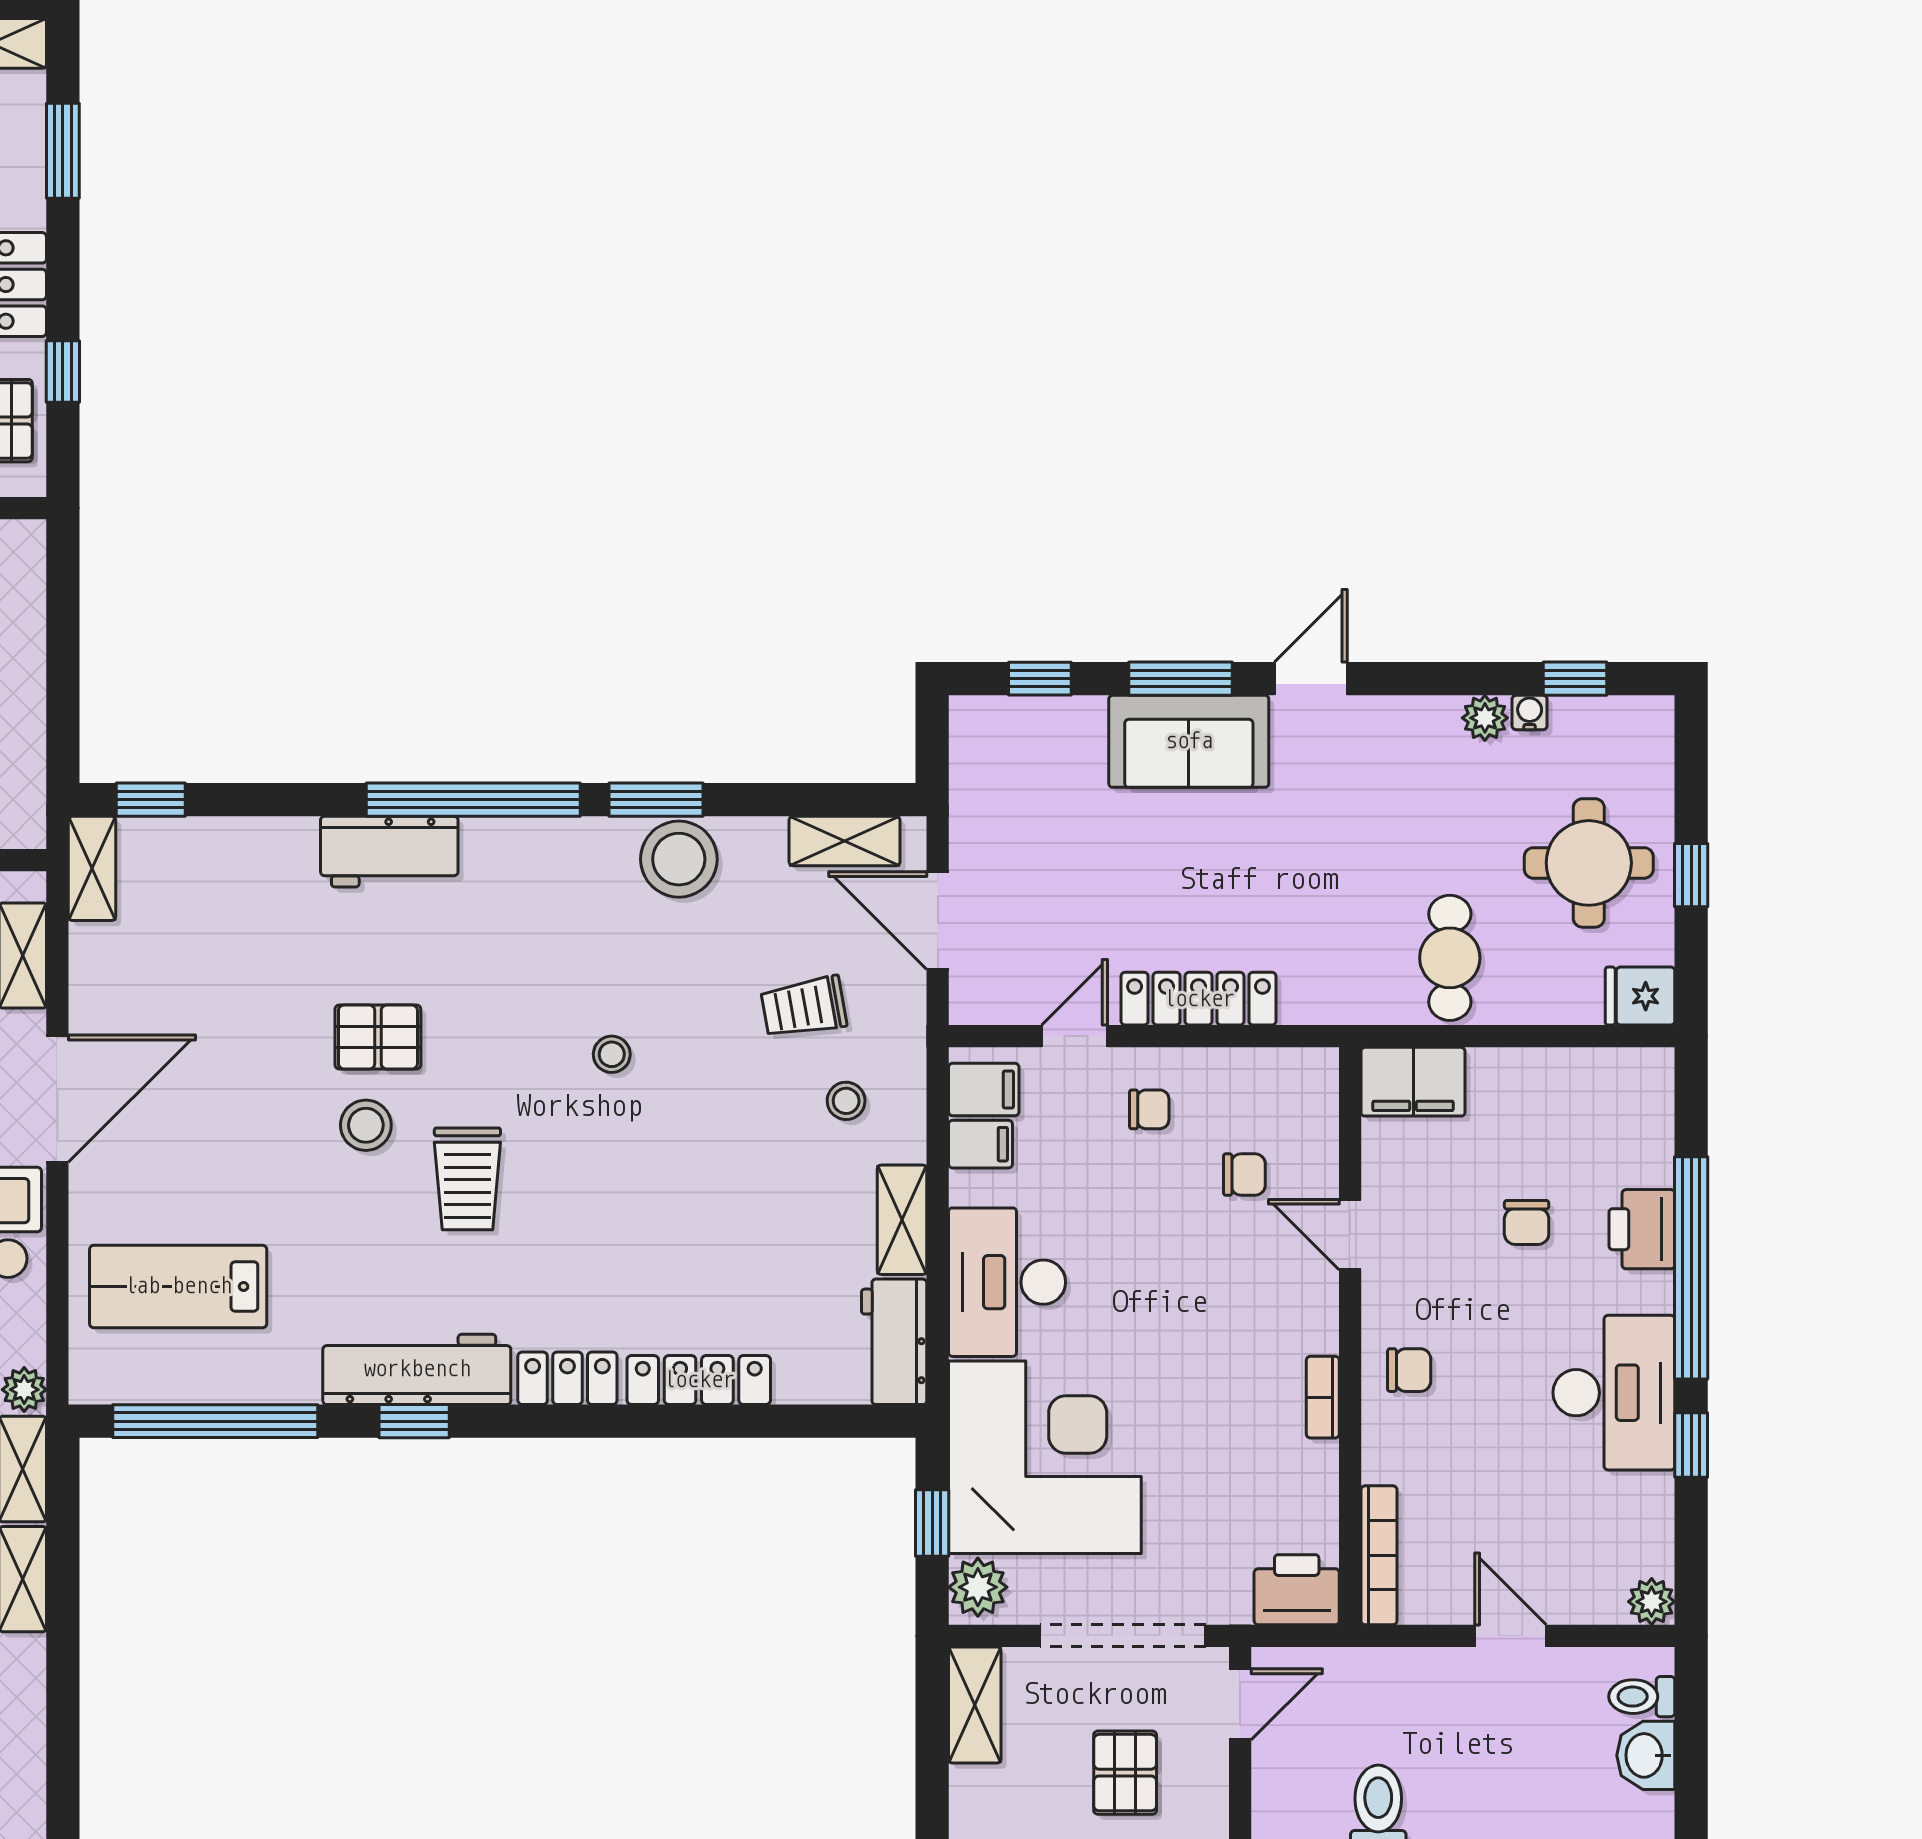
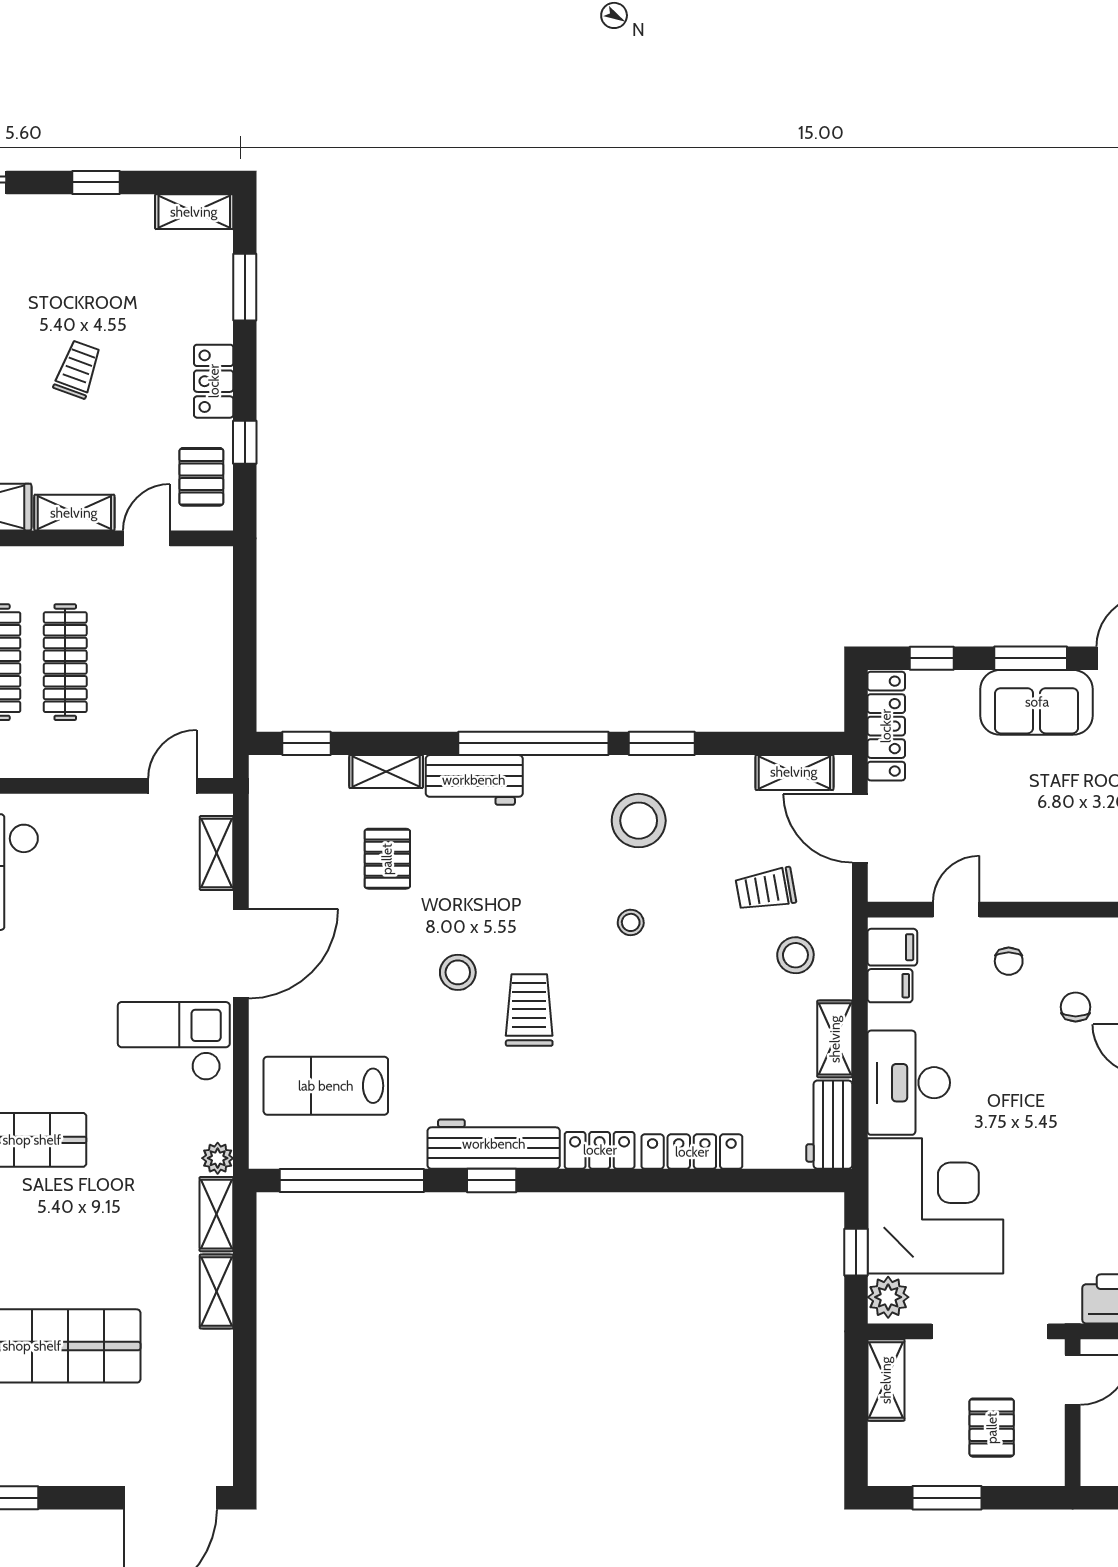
stool: (679, 859) -> (639, 821), moved
shelving: (92, 868) -> (386, 772), moved, turned 90
locker: (1199, 999) -> (886, 726), moved, turned 90
pallet: (378, 1037) -> (387, 859), moved, turned 90
stool: (846, 1101) -> (795, 955), width x1.37, depth x1.37
chair: (1149, 1109) -> (1009, 961), turned 90
chair: (1244, 1174) -> (1076, 1007), turned -90
trolley: (467, 1179) -> (529, 1010), turned 180

